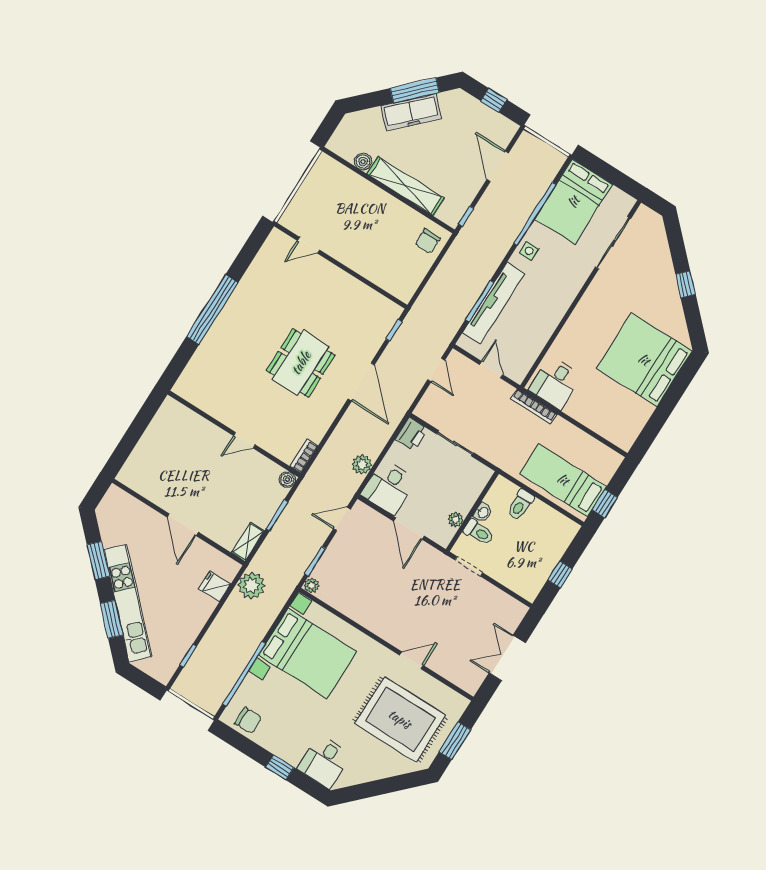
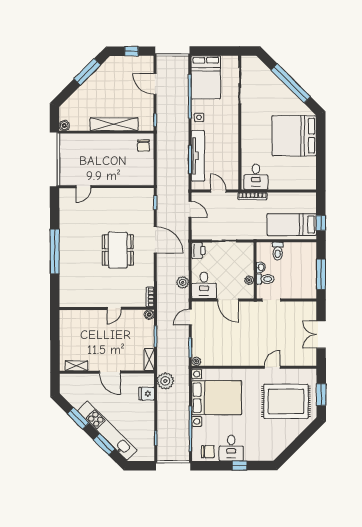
freezer: (411, 112) -> (93, 84), removed
boiler: (363, 162) -> (64, 126), moved
window: (685, 284) -> (291, 83), width x3.17
shelving: (142, 487) -> (77, 366), added
window: (560, 574) -> (321, 274), width x2.17
desk: (324, 761) -> (231, 448), moved

